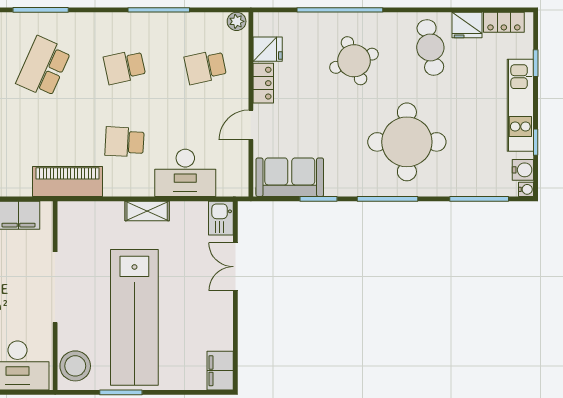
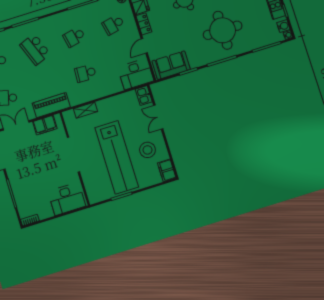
school desk: (44, 67) -> (35, 49), turned -45
desk: (185, 173) -> (136, 74), moved
piano: (67, 182) -> (51, 105), moved
shelving: (147, 211) -> (85, 110), moved
stool: (75, 366) -> (147, 150), moved

